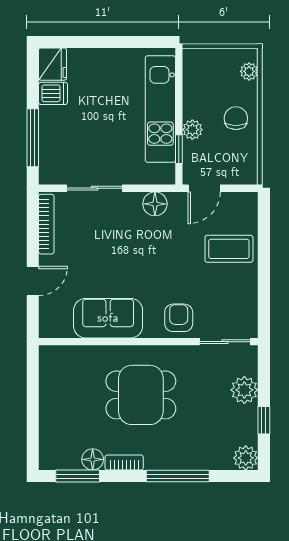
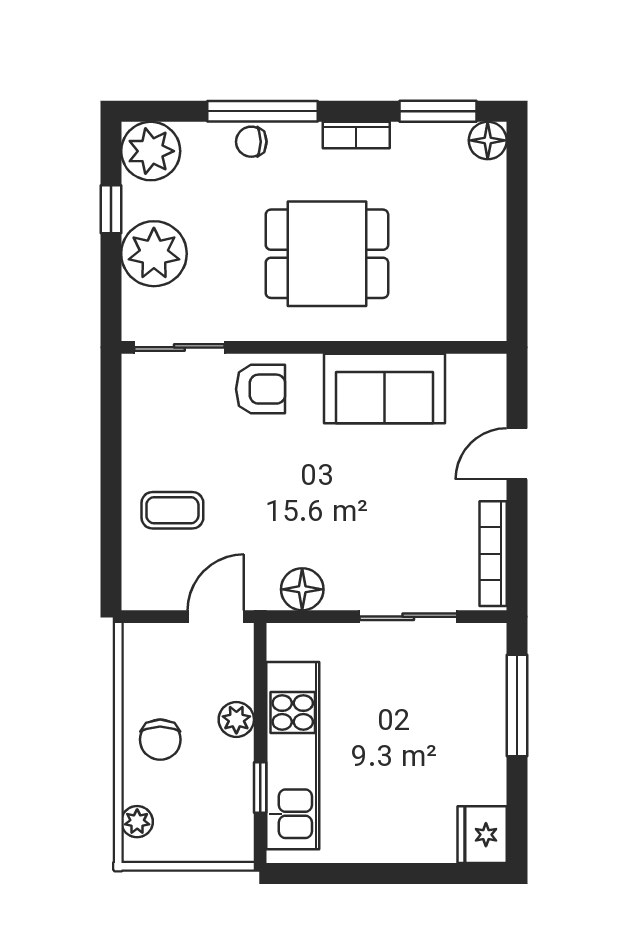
dishwasher: (53, 93) -> (481, 783), removed
window: (179, 149) -> (260, 788), moved
coffee table: (229, 249) -> (172, 510), width x0.73, depth x0.77
armchair: (179, 318) -> (261, 389), turned -90
plant: (244, 390) -> (154, 254), width x1.36, depth x1.36
plant: (246, 458) -> (151, 151), width x1.36, depth x1.36
floor lamp: (93, 459) -> (488, 140), moved
chair: (184, 459) -> (251, 142), added

